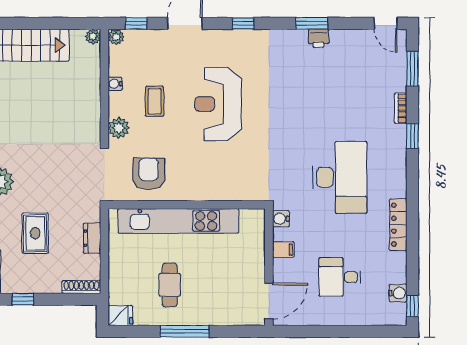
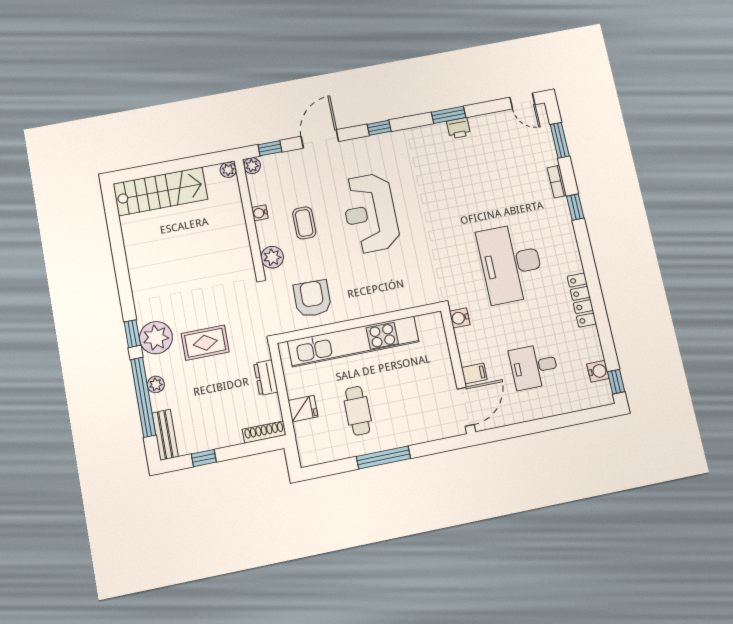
desk: (340, 177) -> (511, 263), turned 180
rug: (35, 233) -> (205, 343), moved, turned 90
filing cabinet: (283, 250) -> (474, 373), moved
fridge: (120, 315) -> (303, 409), moved

